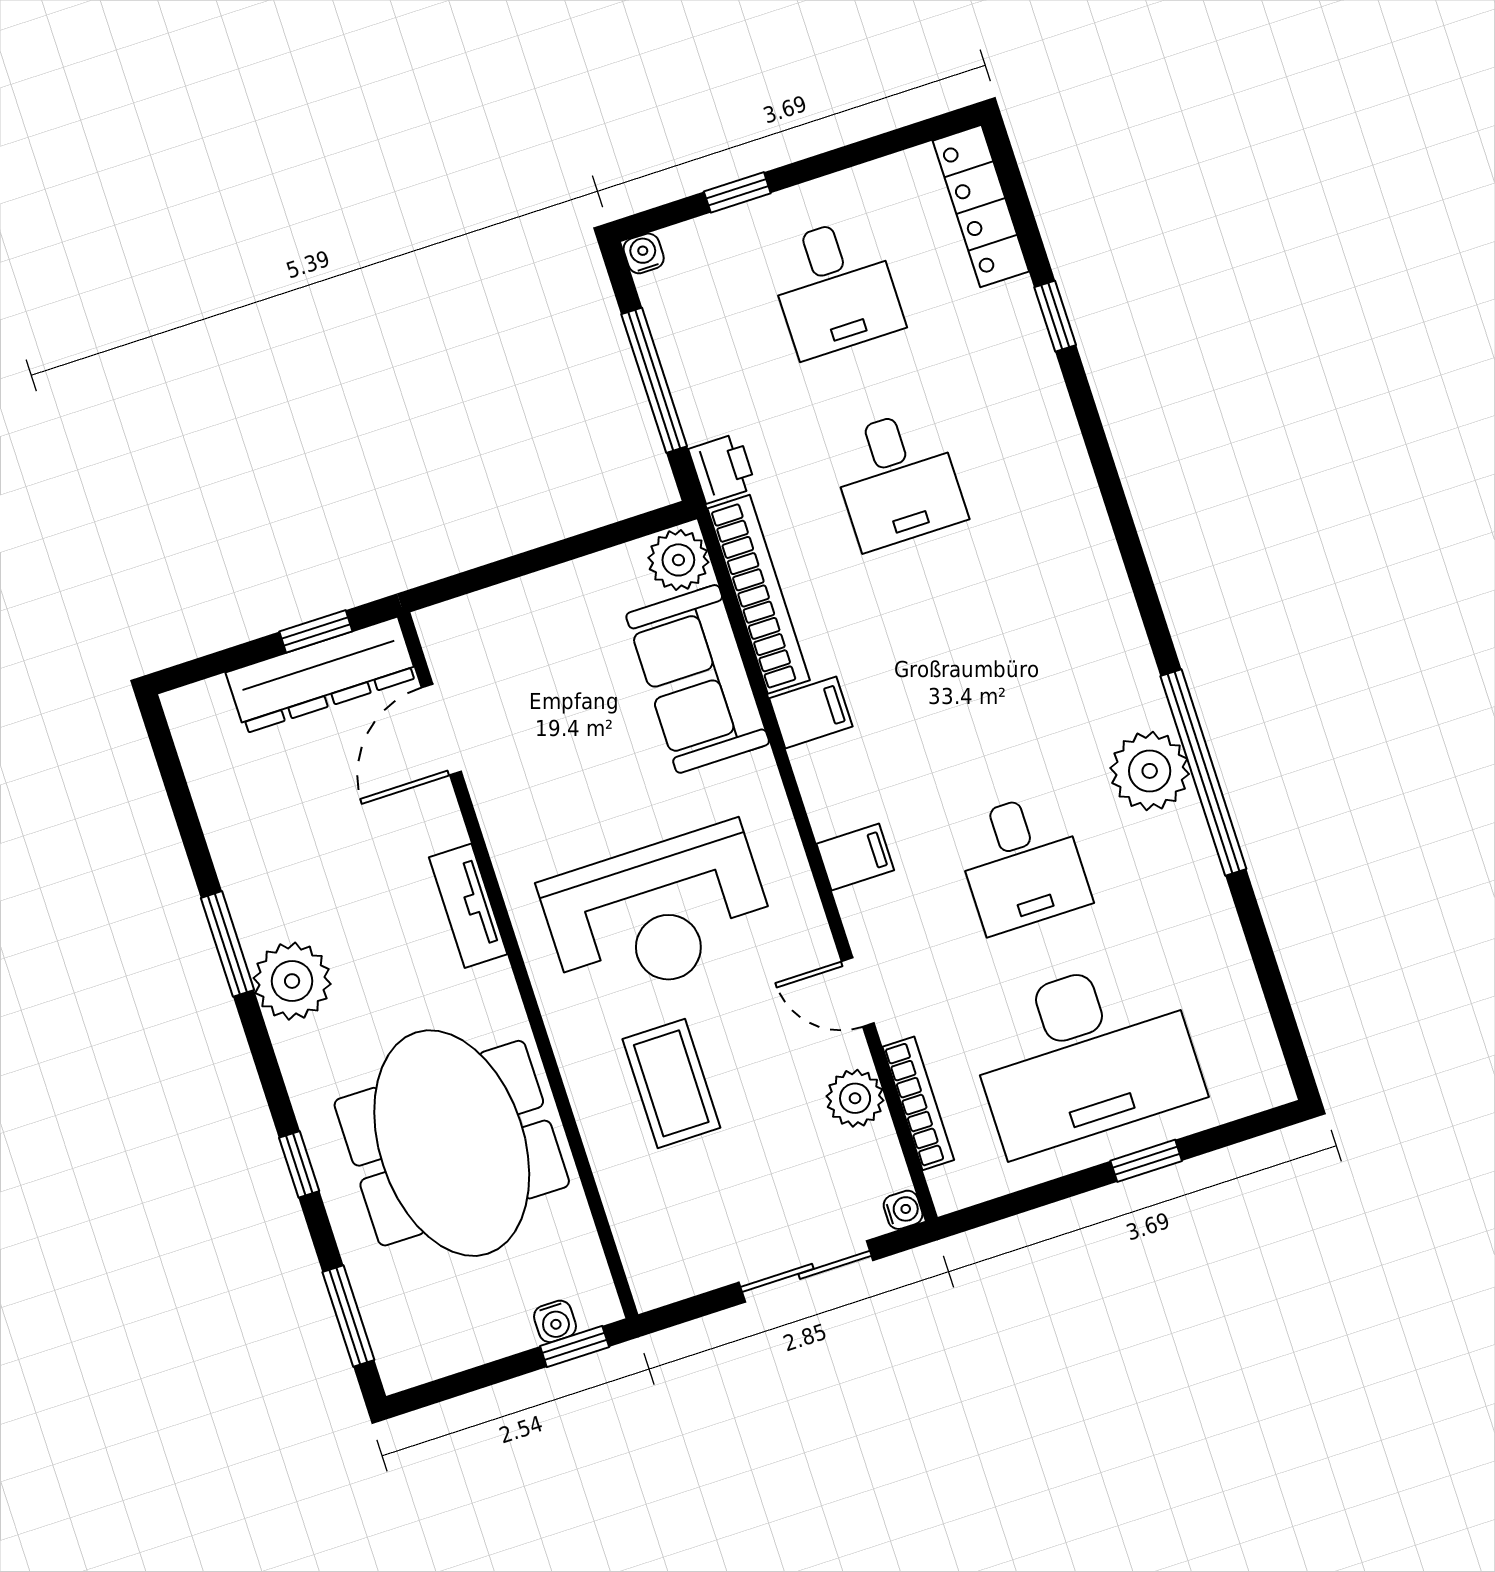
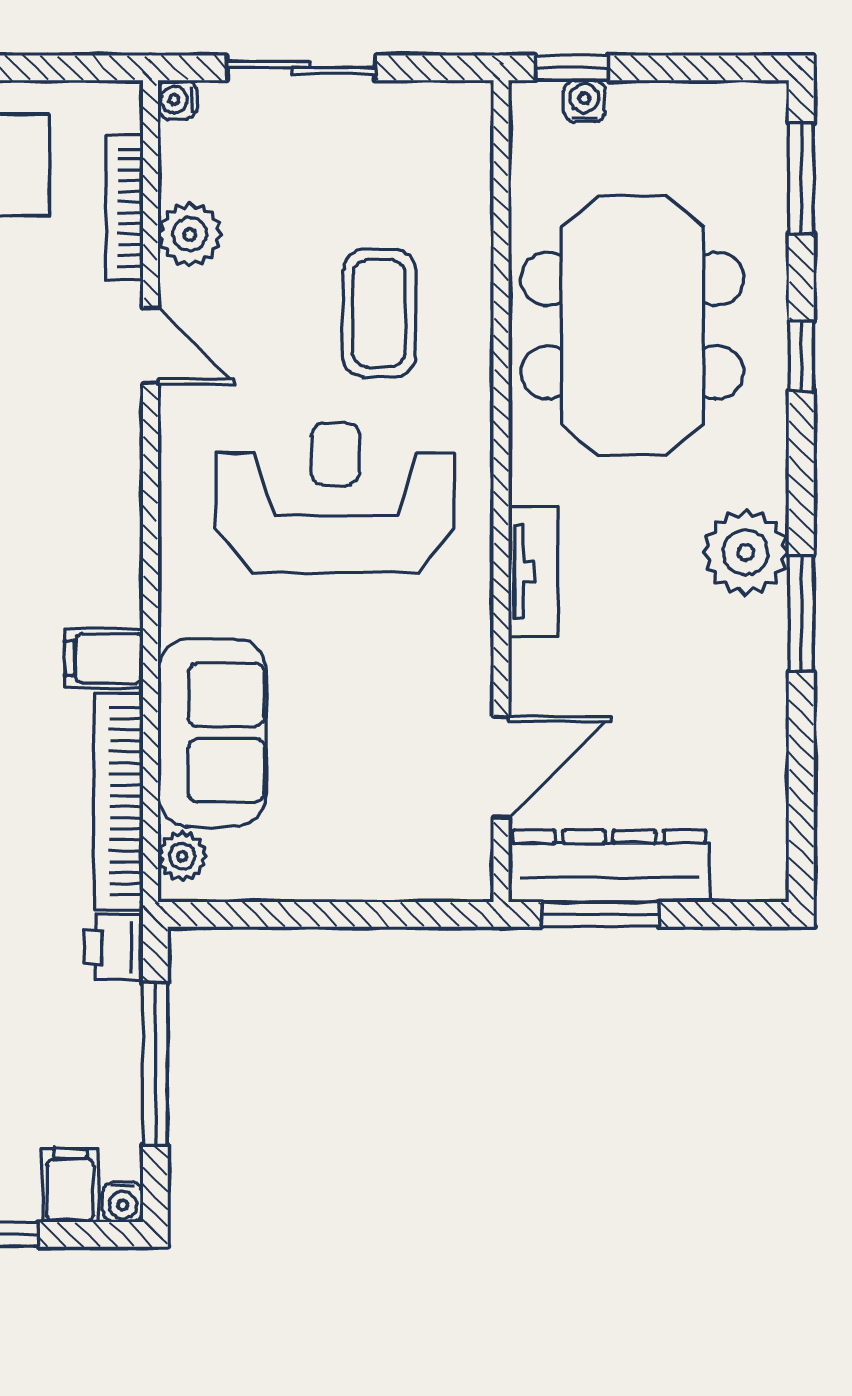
plant: (678, 560) -> (182, 856), width x0.73, depth x0.73
window: (316, 631) -> (600, 914), width x1.50
filing cabinet: (855, 857) -> (70, 1185), moved, turned 90

